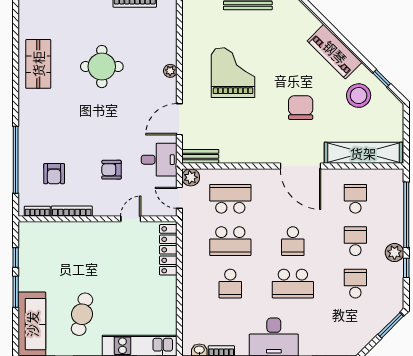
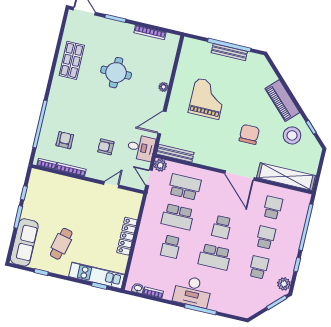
bench: (200, 156) -> (175, 153), width x1.36
armchair: (54, 174) -> (65, 140), turned 180
locker: (168, 250) -> (127, 236), moved
plant: (395, 253) -> (284, 284), moved

